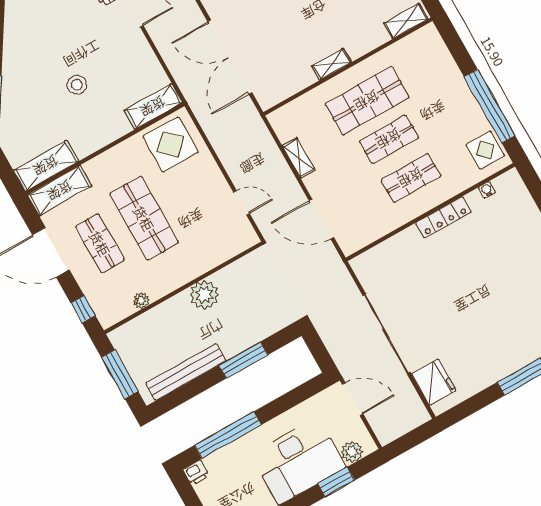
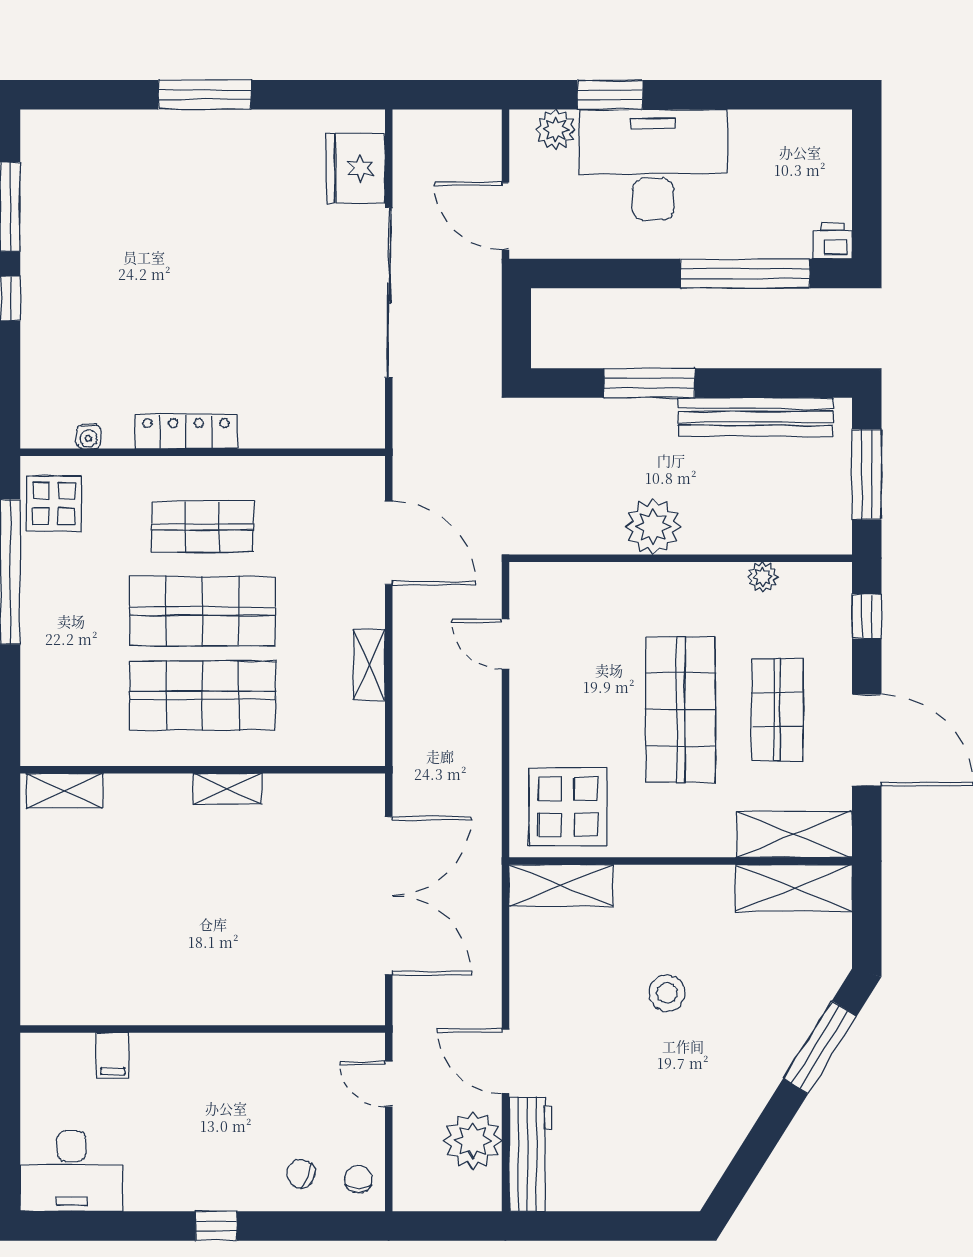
shop shelf: (389, 139) -> (203, 611), width x1.43, depth x1.36

